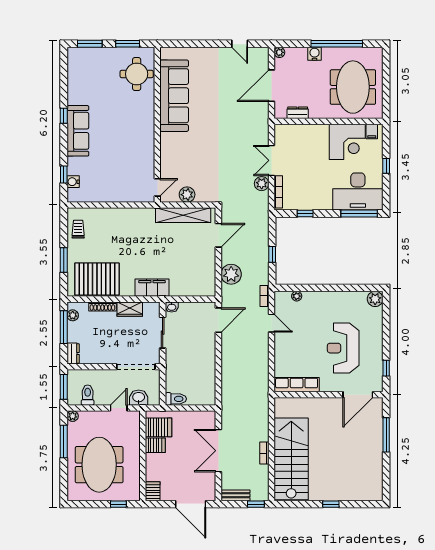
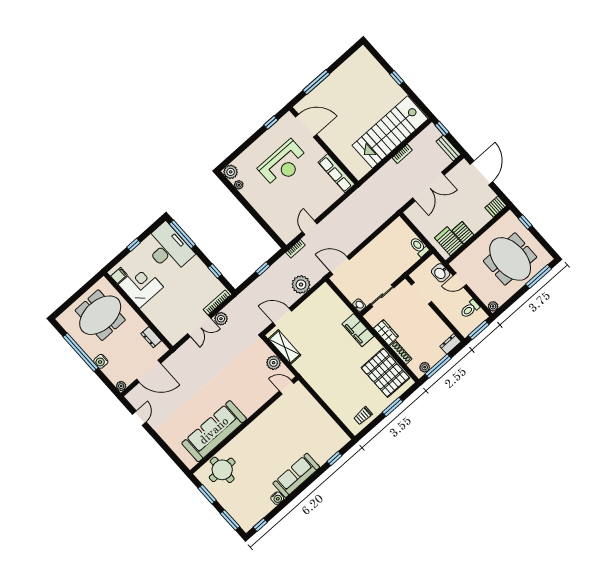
window: (64, 116) -> (260, 525), moved
water cooler: (73, 182) -> (277, 498), moved
shelving: (183, 215) -> (285, 347), width x0.68
plant: (297, 296) -> (239, 185), moved
doorway: (136, 367) -> (421, 293), width x0.73
window: (64, 442) -> (539, 277), moved
meeting table: (99, 465) -> (510, 259), turned 90

